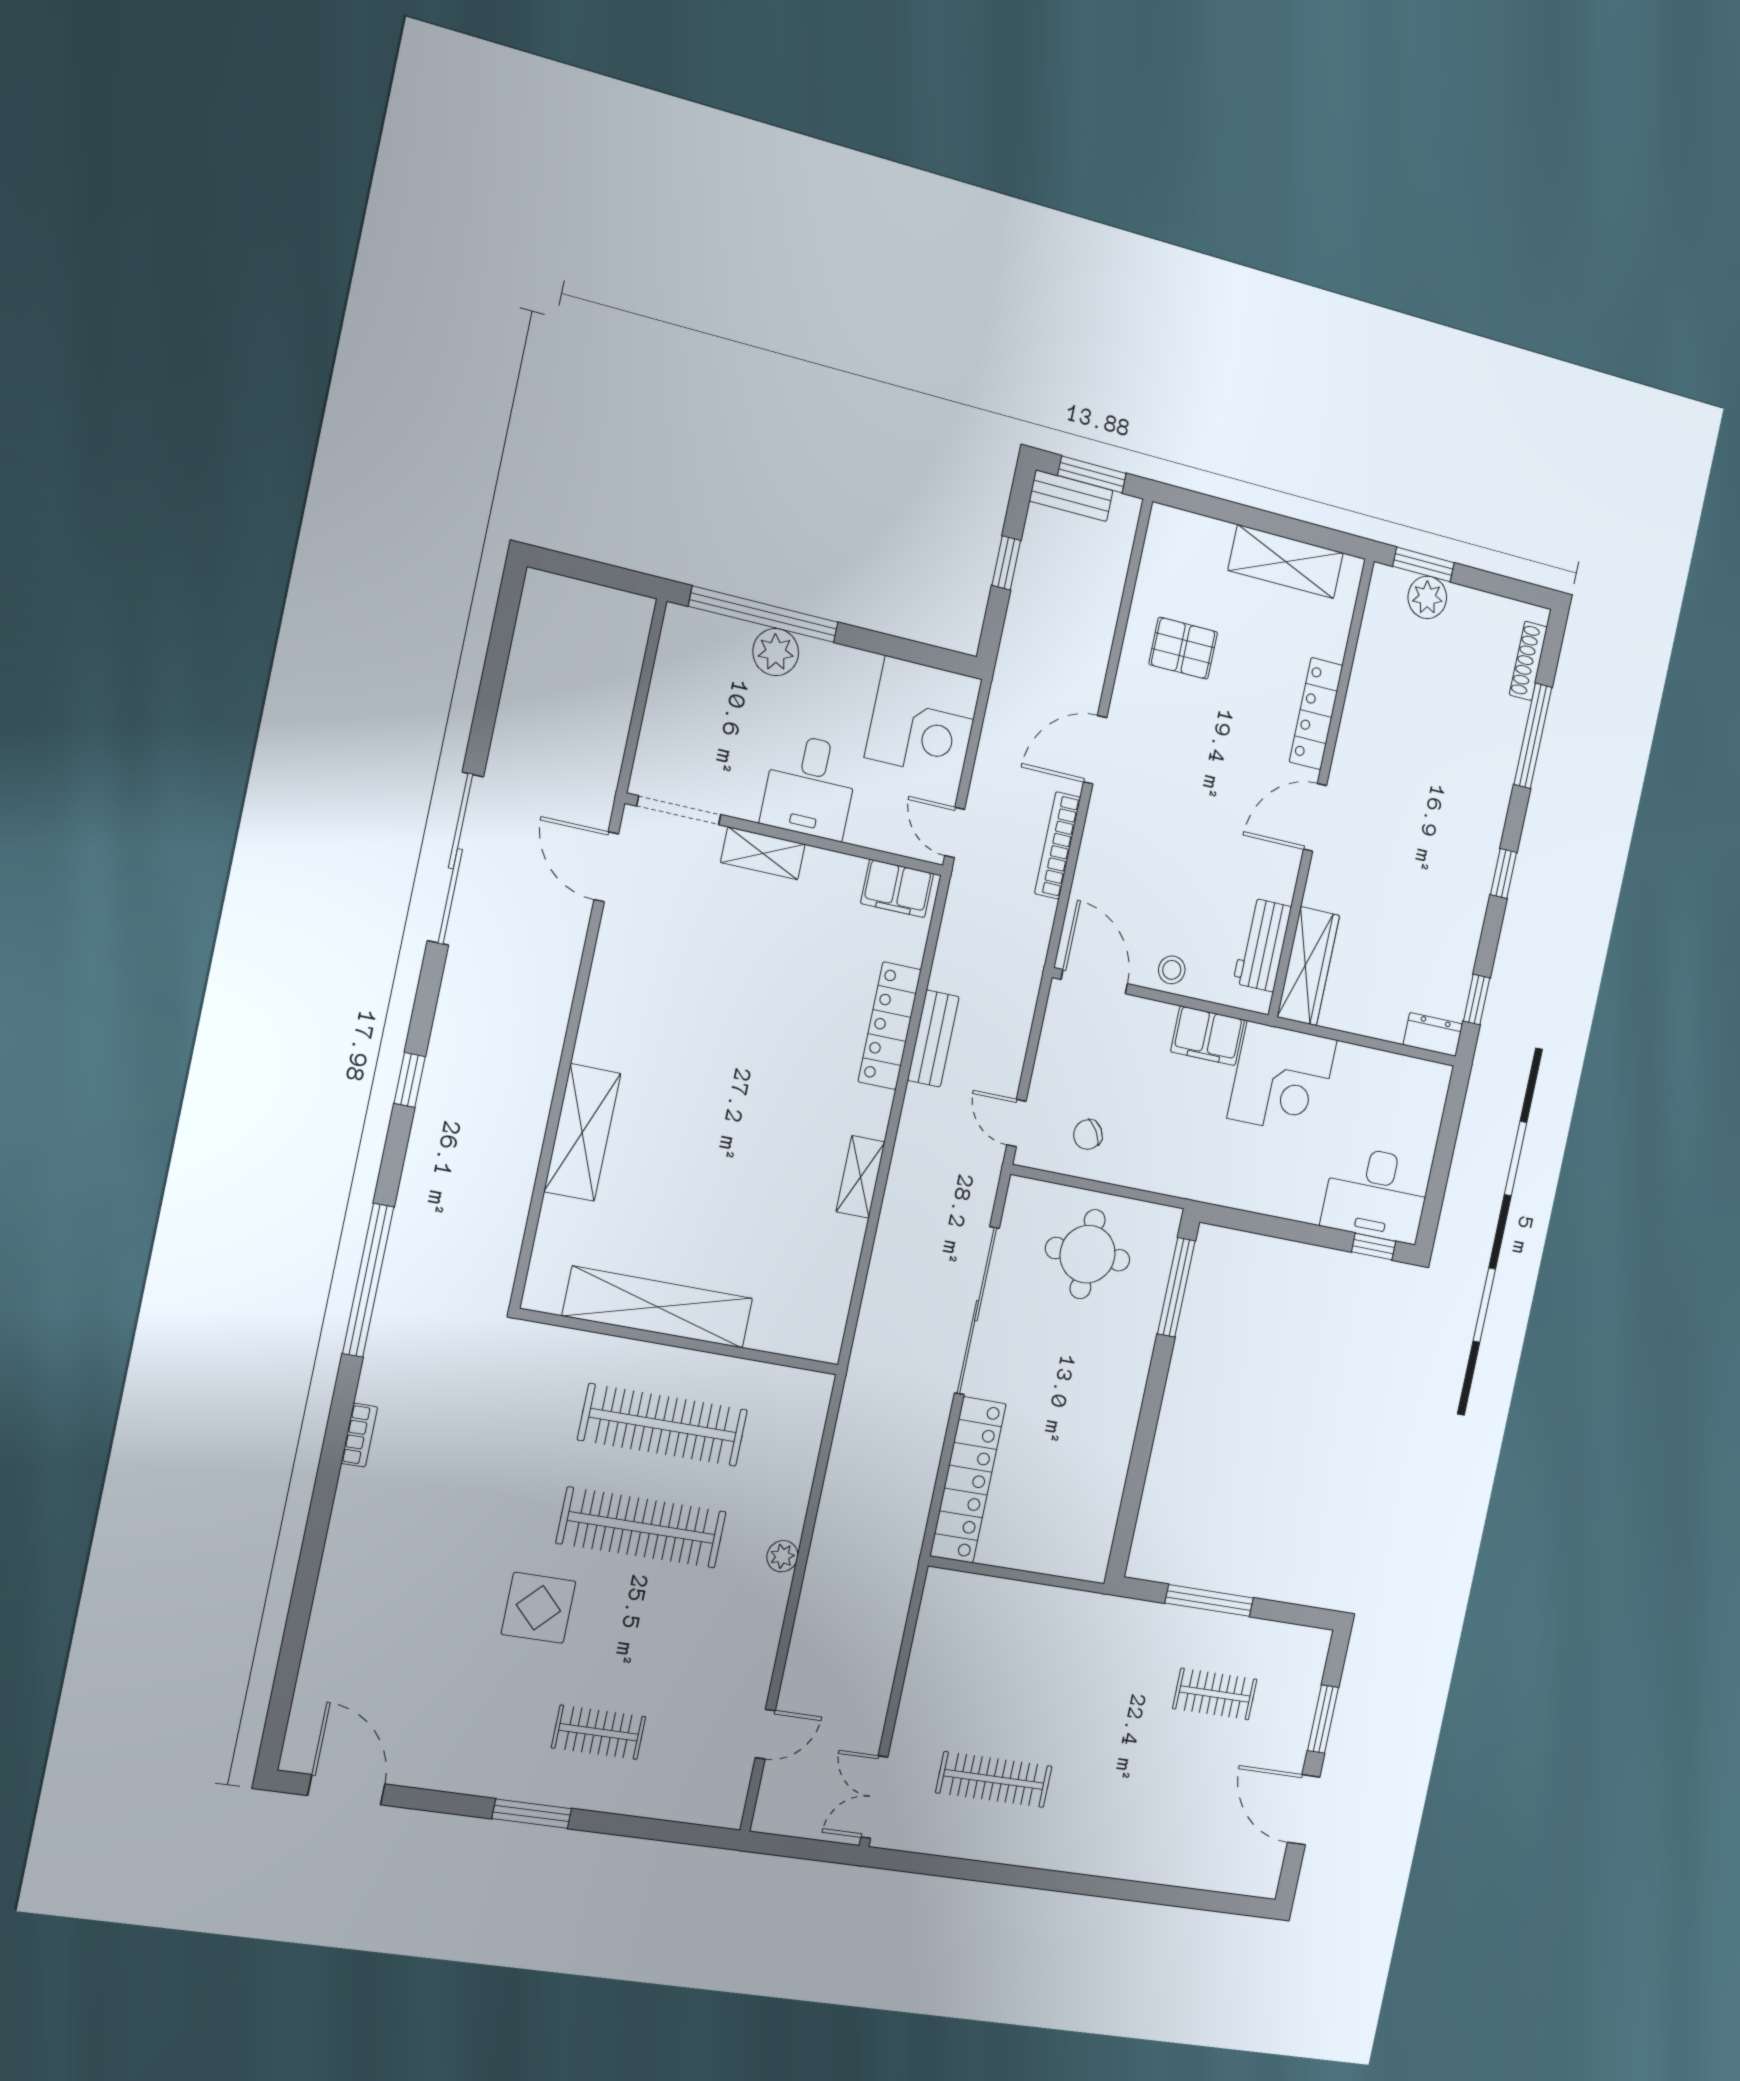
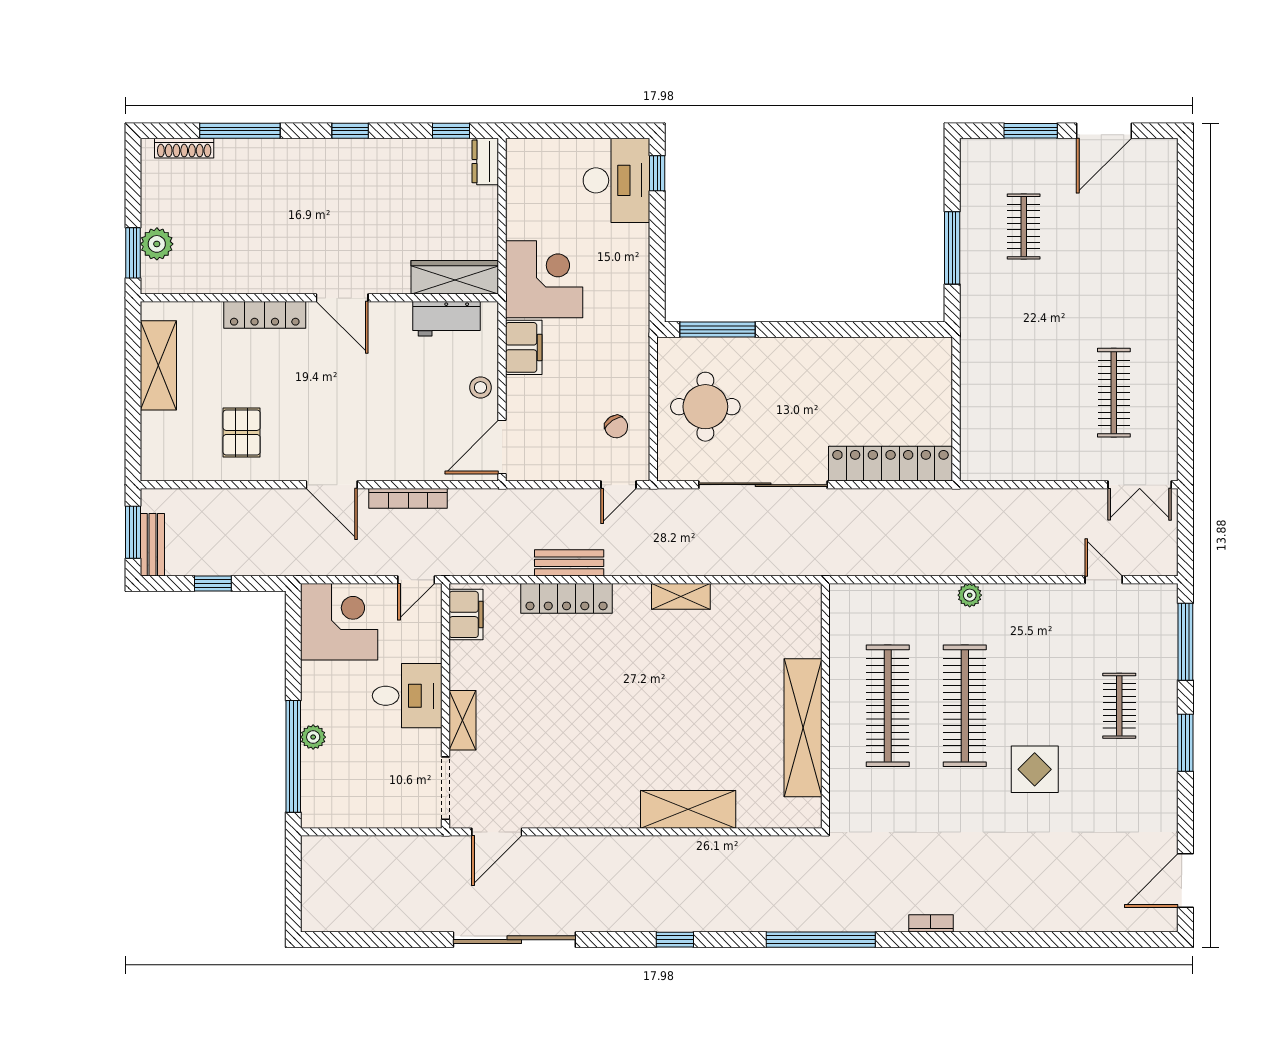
plant: (776, 652) -> (313, 737), width x0.73, depth x0.73
window: (664, 1831) -> (1185, 642), added

